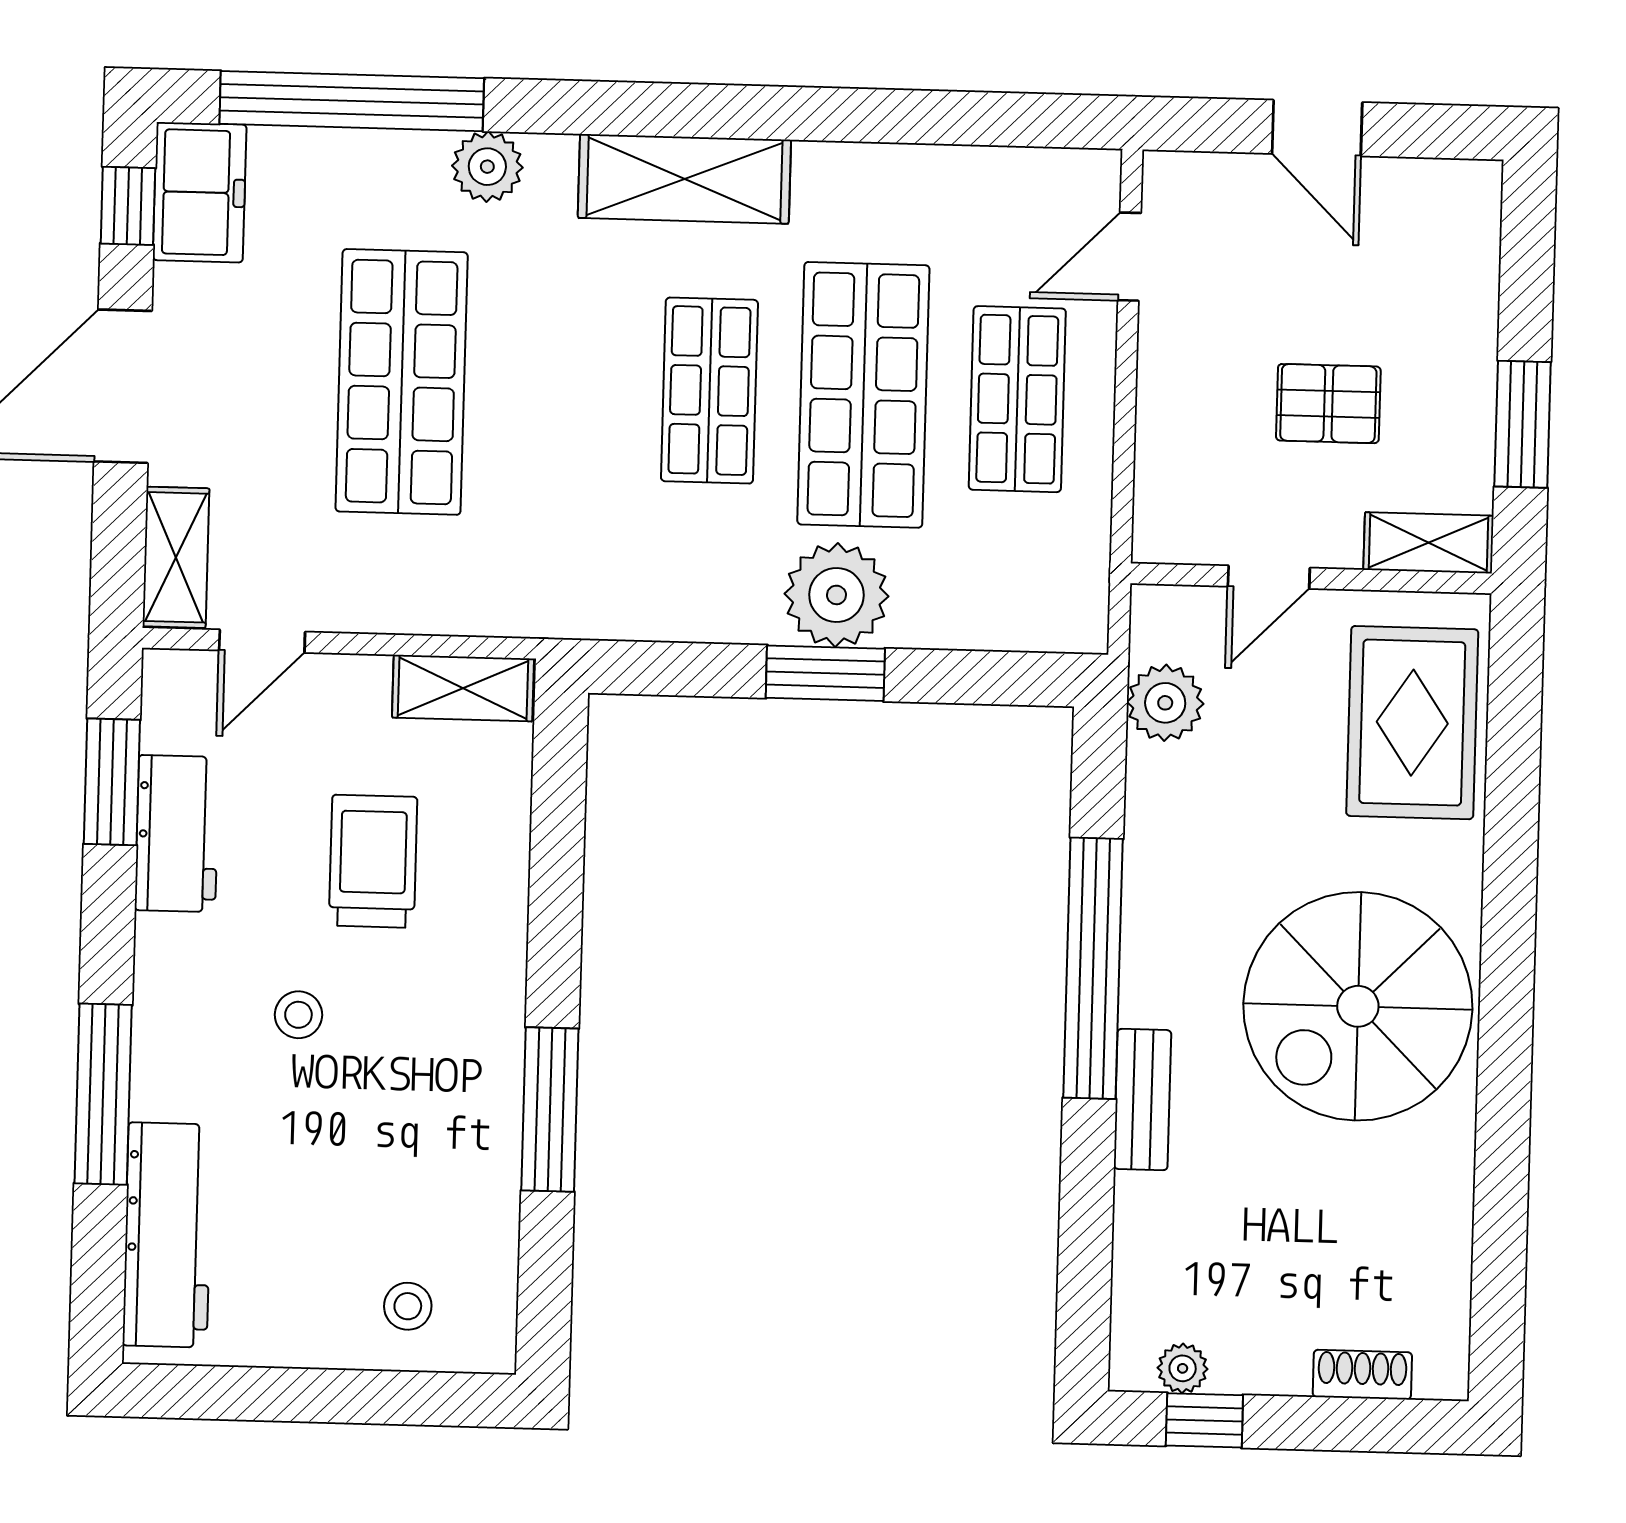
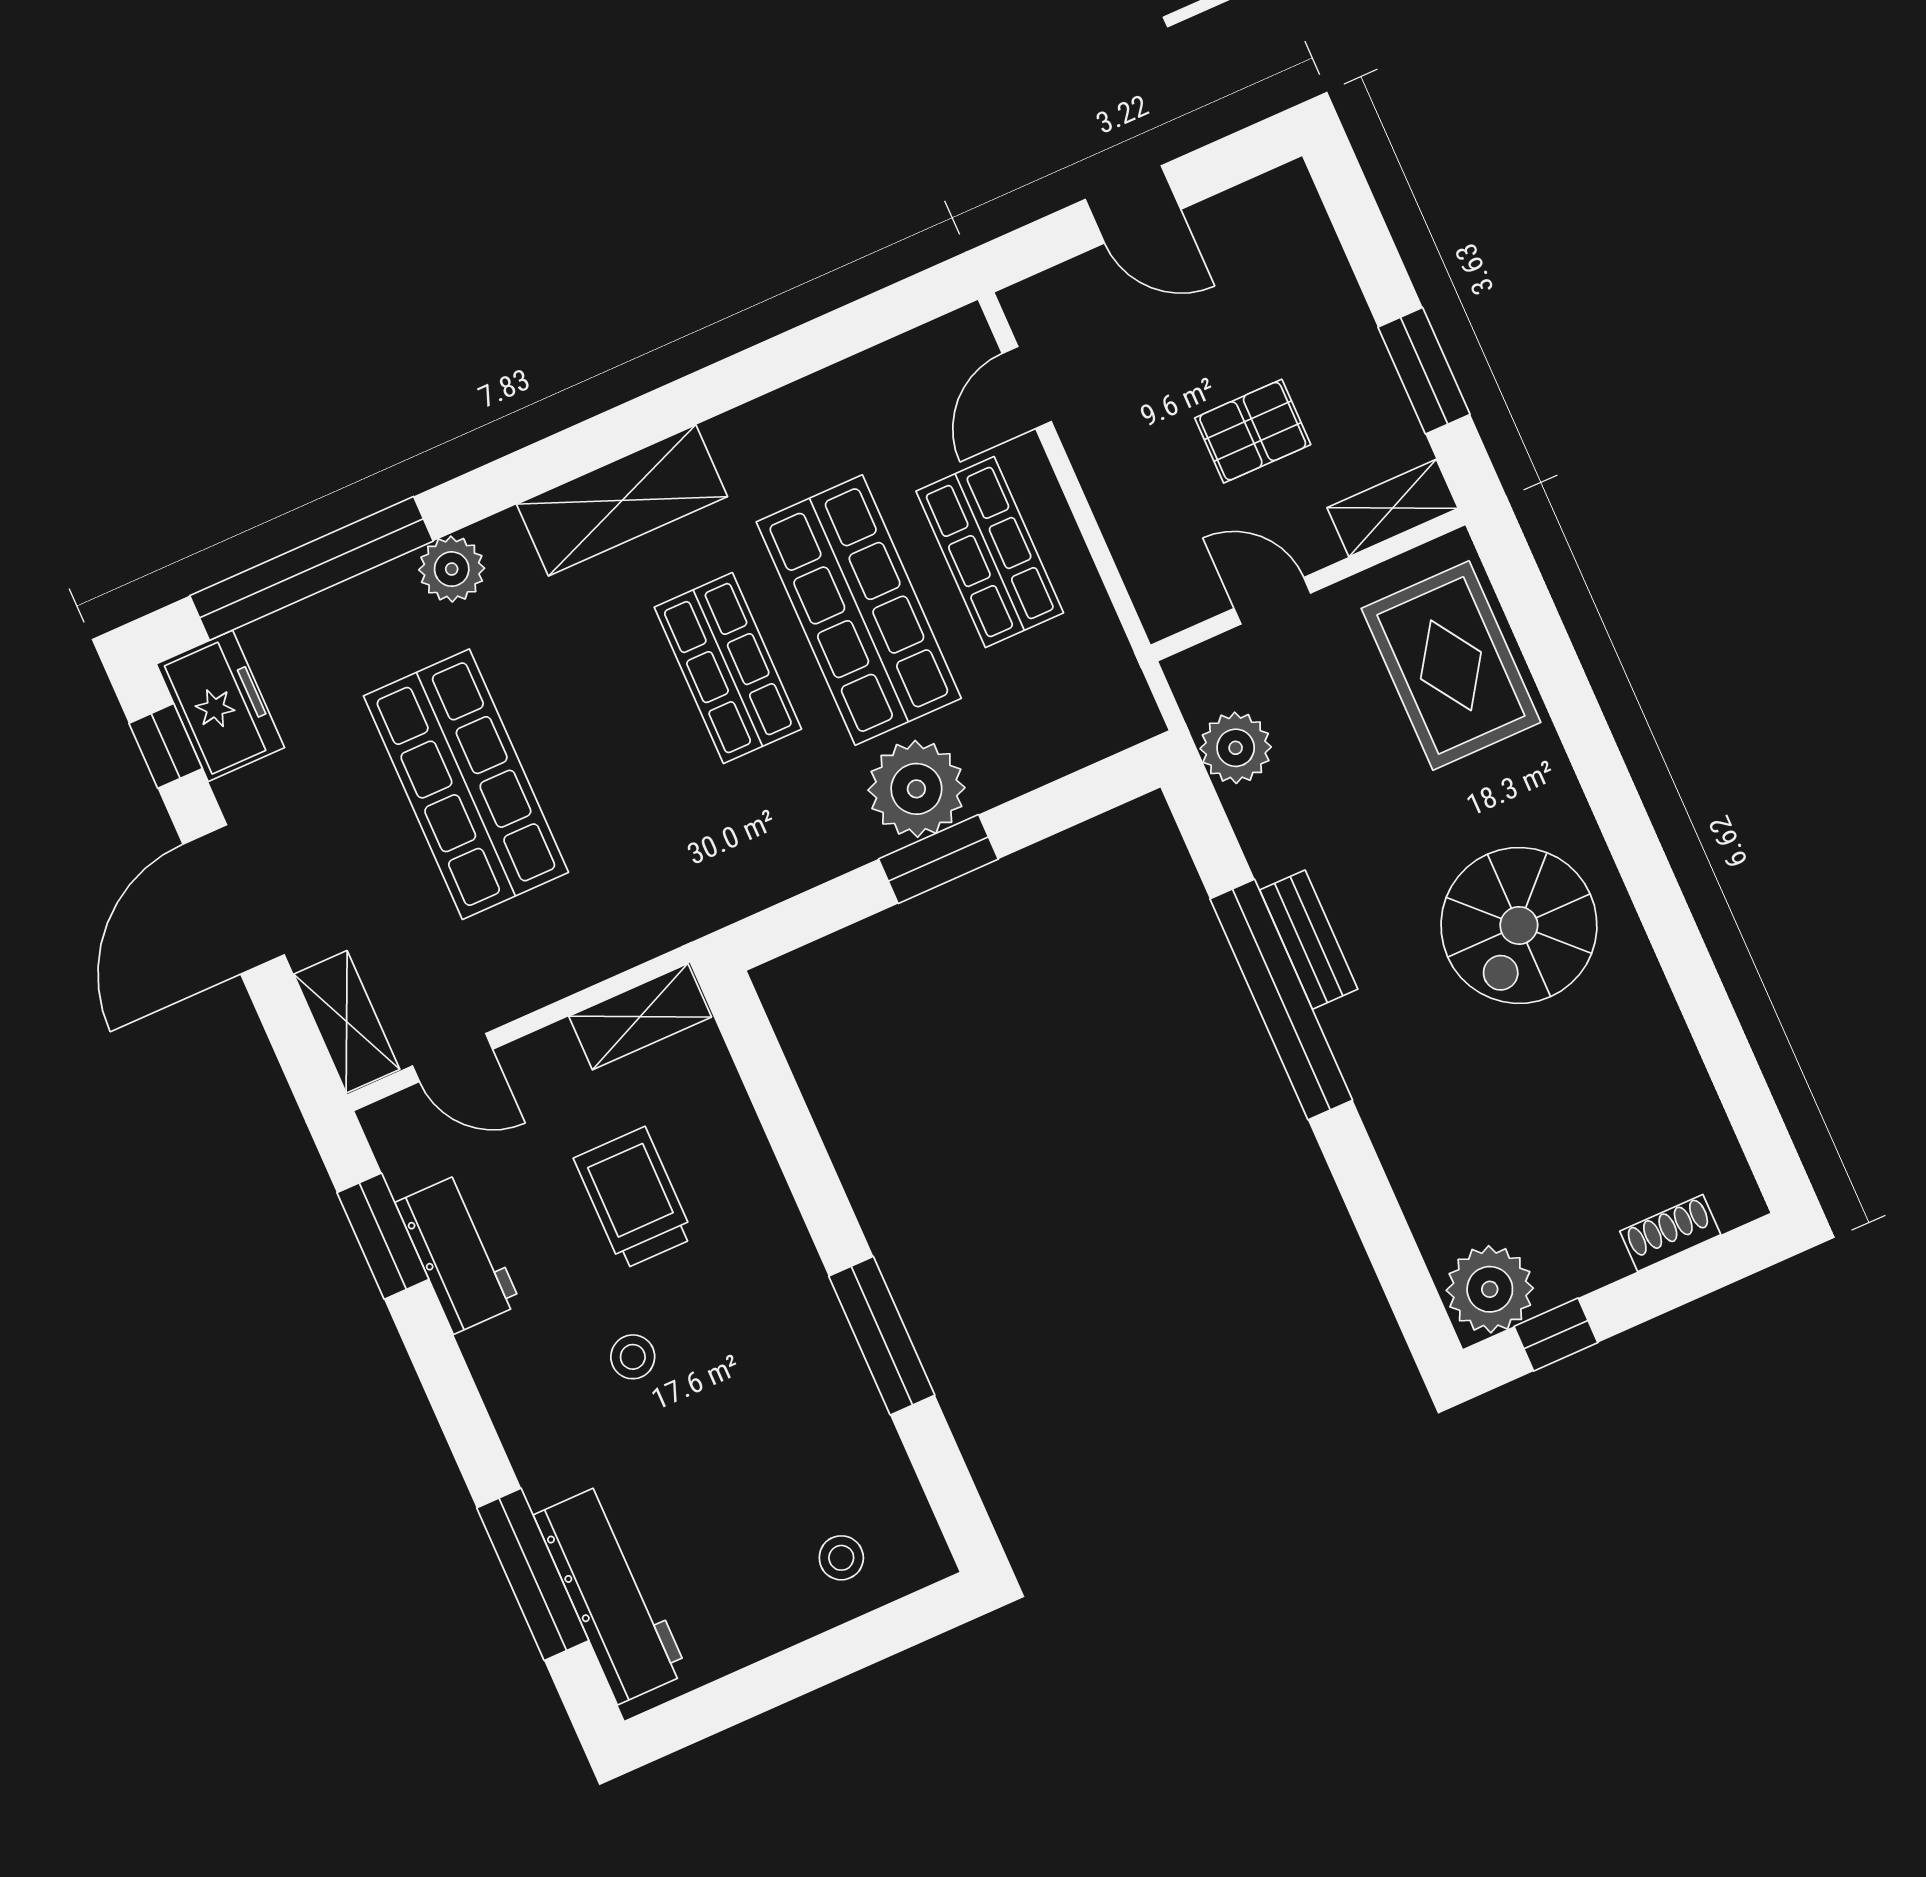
door: (1269, 577) -> (1272, 601), swing flipped
door: (262, 641) -> (453, 1058), hinge flipped
spiral stairs: (1358, 1006) -> (1519, 925), width x0.73, depth x0.73
window: (103, 1094) -> (533, 1574), moved
bench: (1142, 1099) -> (1309, 940), moved
plant: (1183, 1368) -> (1490, 1289), width x1.87, depth x1.87

